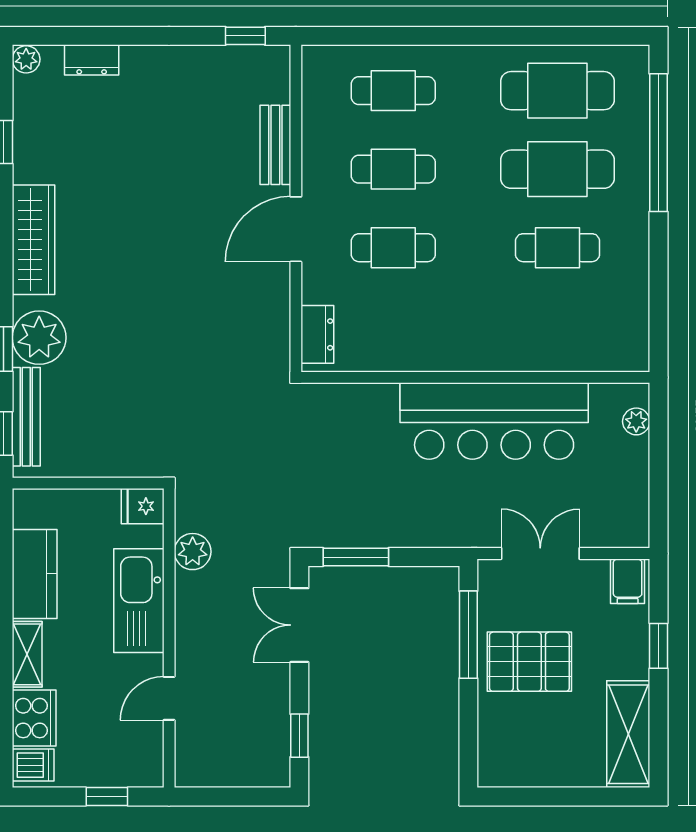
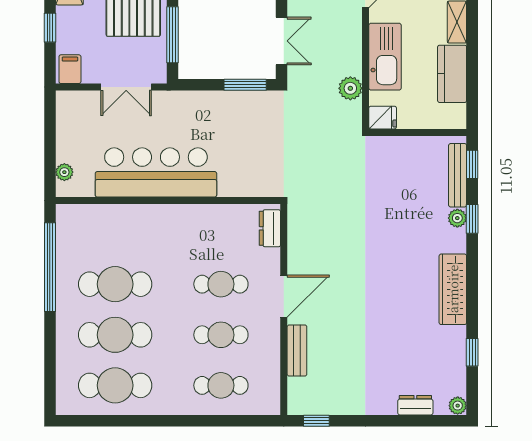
window: (658, 143) -> (50, 267), moved
cafe table: (557, 248) -> (115, 284), width x1.37, depth x1.35
plant: (39, 338) -> (457, 218), width x0.53, depth x0.53

